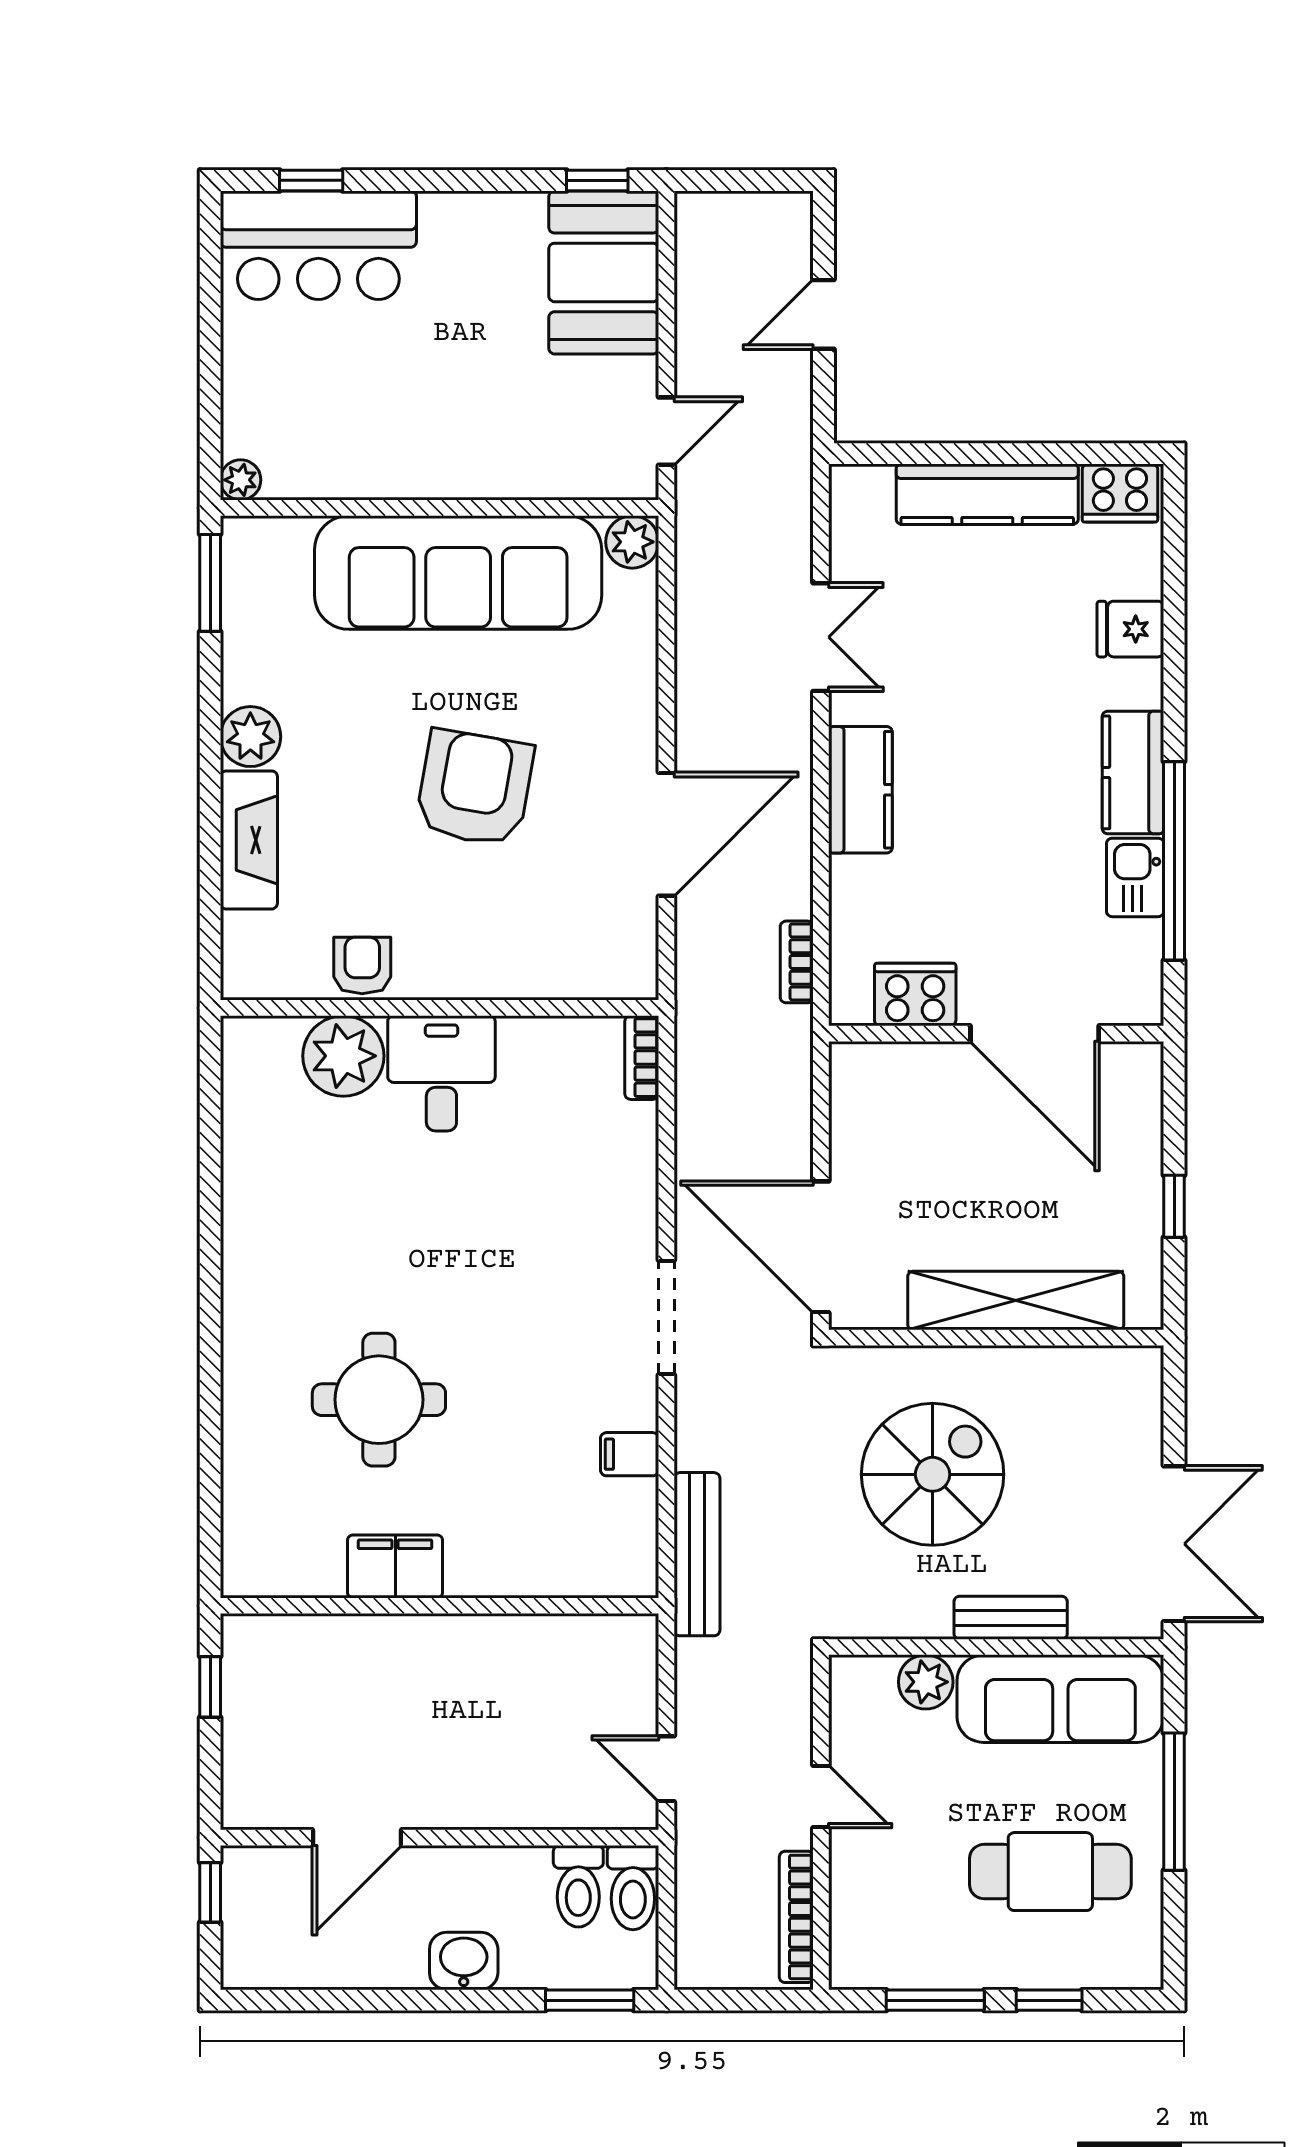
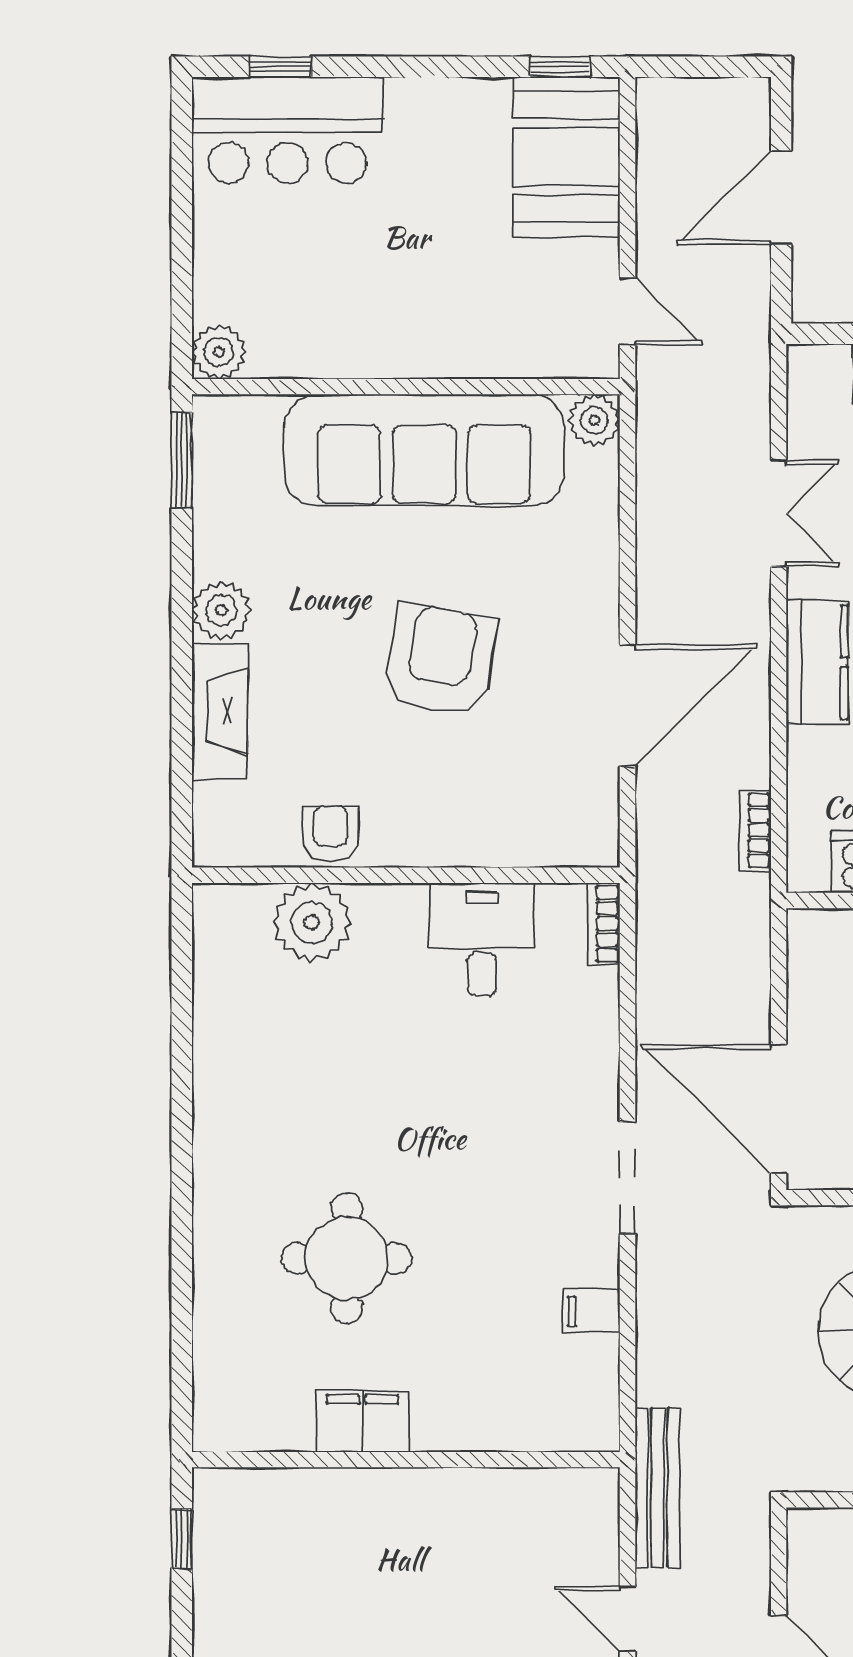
door: (823, 314) -> (781, 198), width x1.38
door: (666, 431) -> (627, 312), hinge flipped
plant: (241, 480) -> (219, 352), width x1.38, depth x1.38
desk: (441, 1073) -> (482, 939), moved
bench: (697, 1554) -> (657, 1488), moved

